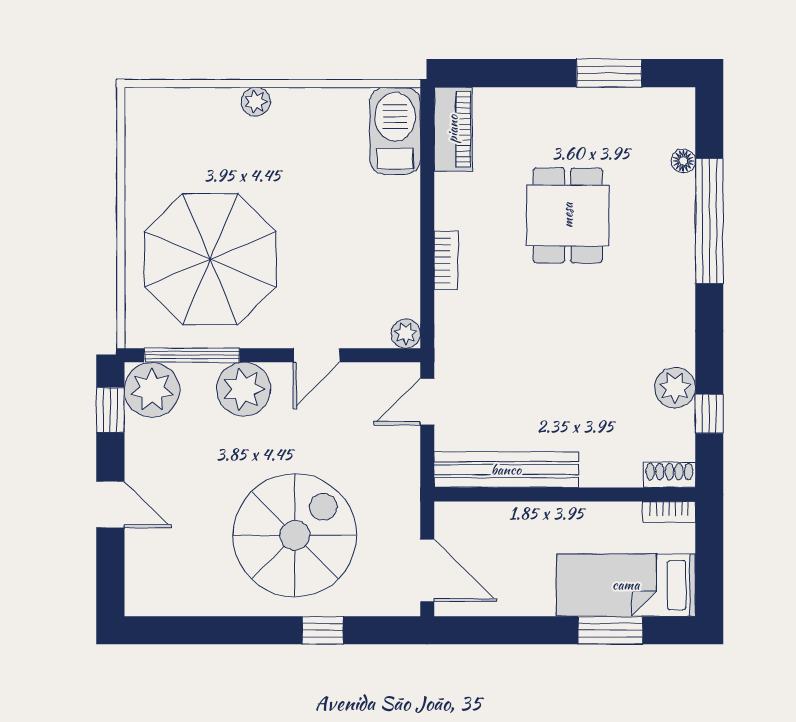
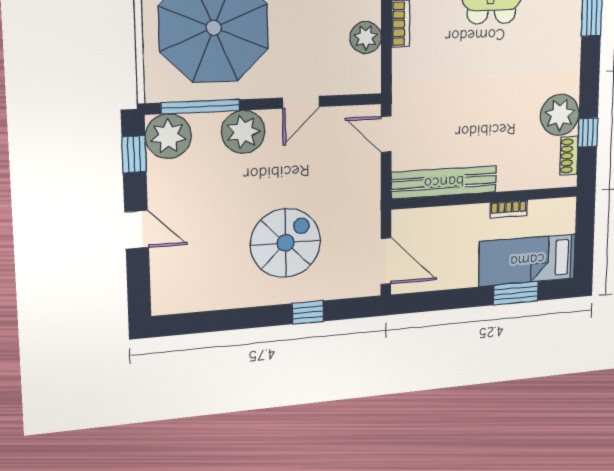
plant: (406, 334) -> (366, 37), moved, width x1.38, depth x1.38
plant: (675, 388) -> (560, 115), width x1.36, depth x1.36
door: (427, 402) -> (386, 134), hinge flipped
shoe rack: (669, 475) -> (569, 156), moved, turned -90
bookcase: (669, 512) -> (509, 209), moved
spiral stairs: (295, 535) -> (286, 243), width x0.73, depth x0.73

